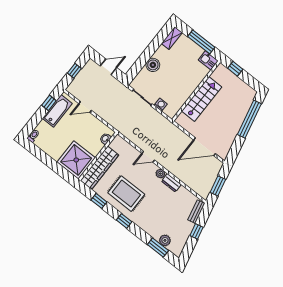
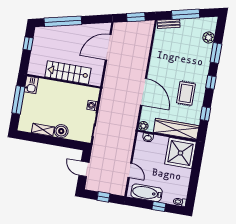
shelving: (172, 38) -> (43, 130), moved
window: (235, 69) -> (28, 44), moved
window: (49, 103) -> (159, 206), moved
door: (205, 147) -> (108, 47), swing flipped
door: (148, 157) -> (144, 92), width x1.87
plant: (160, 174) -> (143, 126), moved
dresser: (171, 183) -> (155, 59), removed
rug: (126, 194) -> (186, 93), width x0.73, depth x0.70
window: (197, 231) -> (186, 14), width x2.17
window: (158, 248) -> (216, 53), moved

